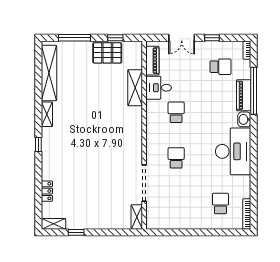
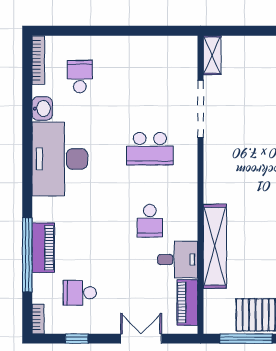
window: (115, 38) -> (246, 339), width x2.17
window: (212, 38) -> (77, 339), moved
shelving: (135, 88) -> (215, 246), width x1.47
washbasin: (244, 119) -> (42, 109), moved
school desk: (176, 158) -> (150, 149), width x1.85
school desk: (220, 203) -> (80, 77), turned 180

